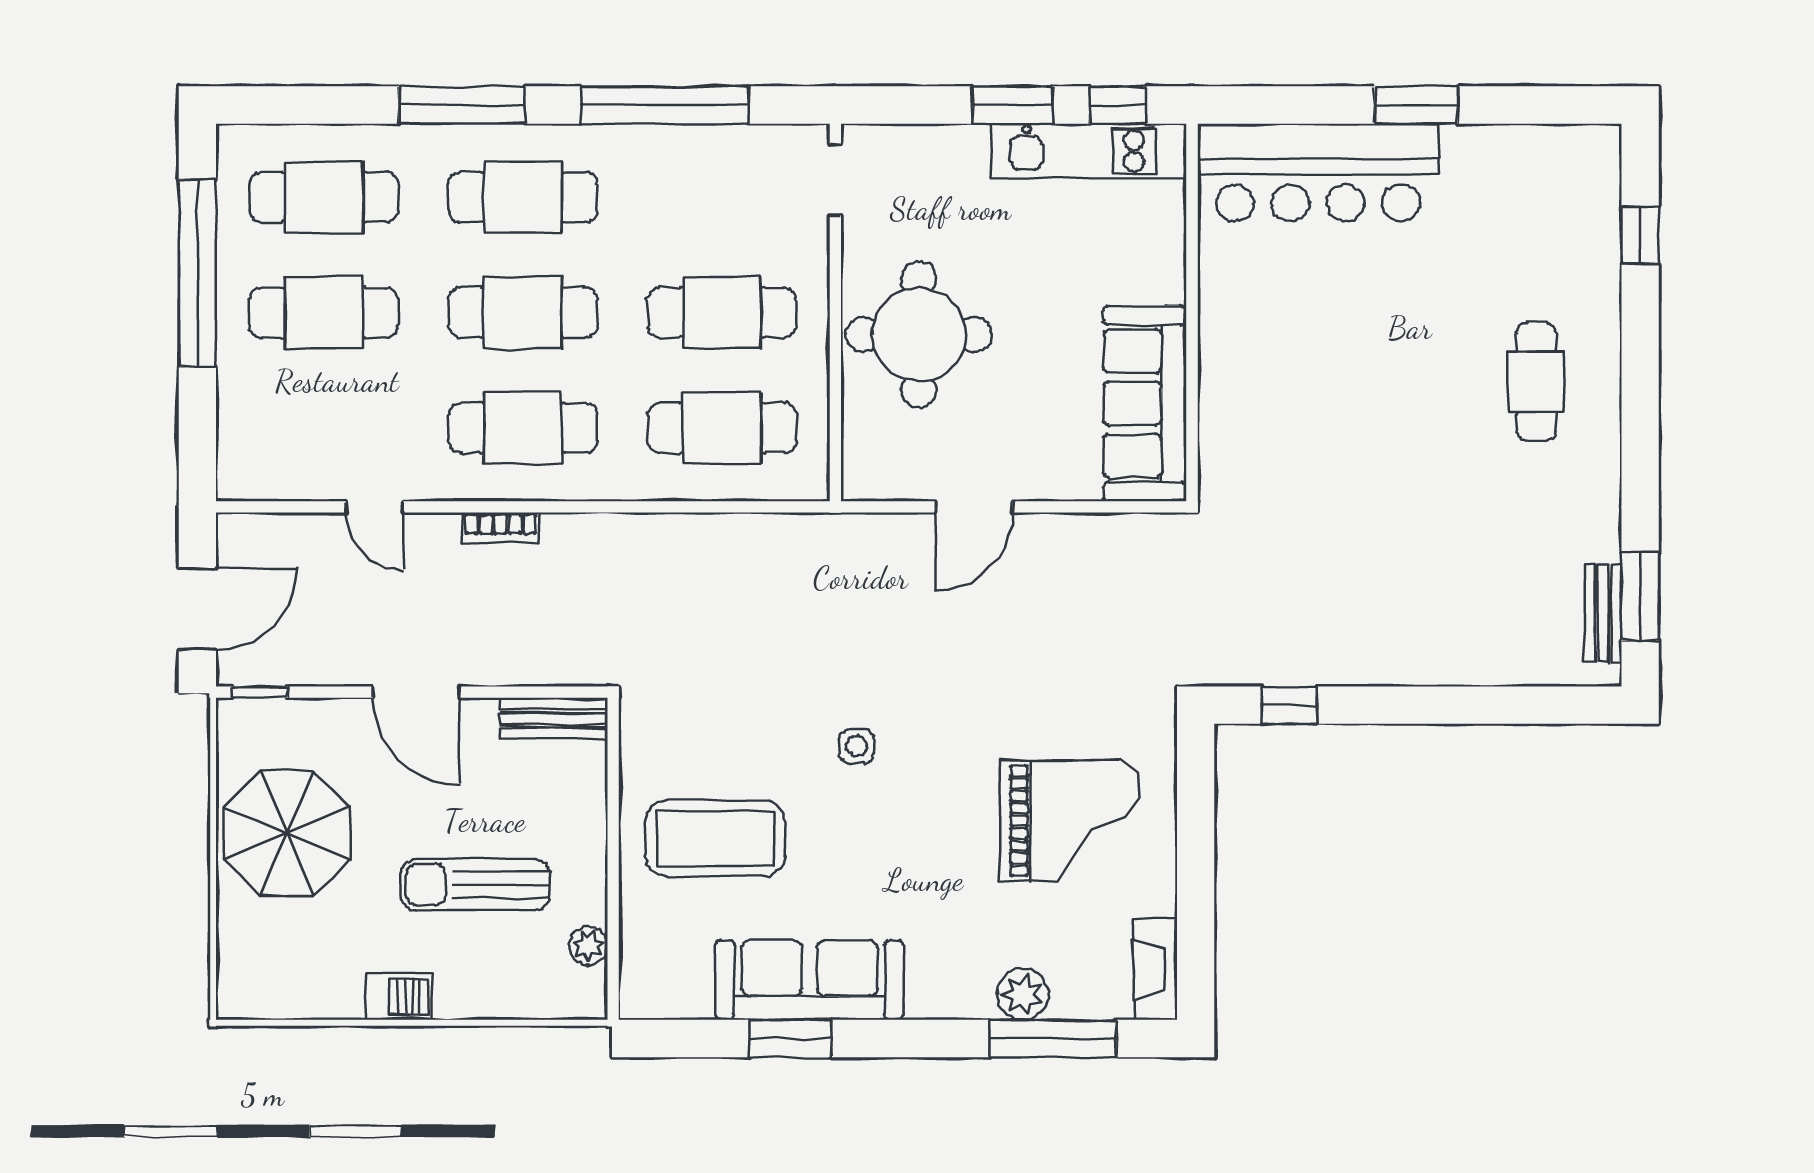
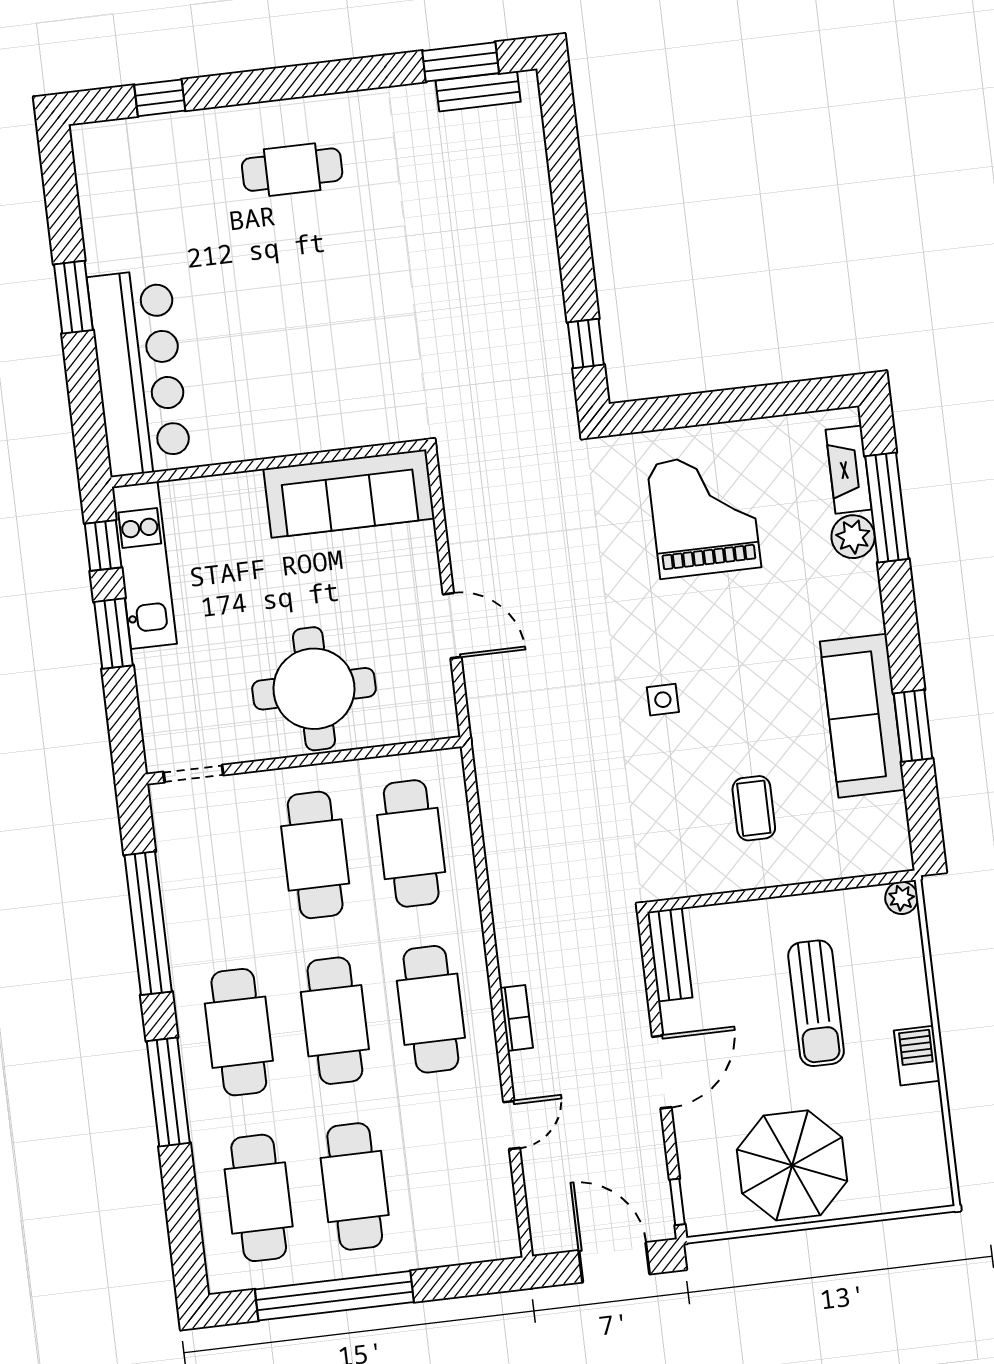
coffee table: (715, 838) -> (754, 808), width x0.54, depth x0.58
plant: (588, 946) -> (902, 898), moved
fireplace: (1156, 969) -> (849, 470), moved, turned 90

